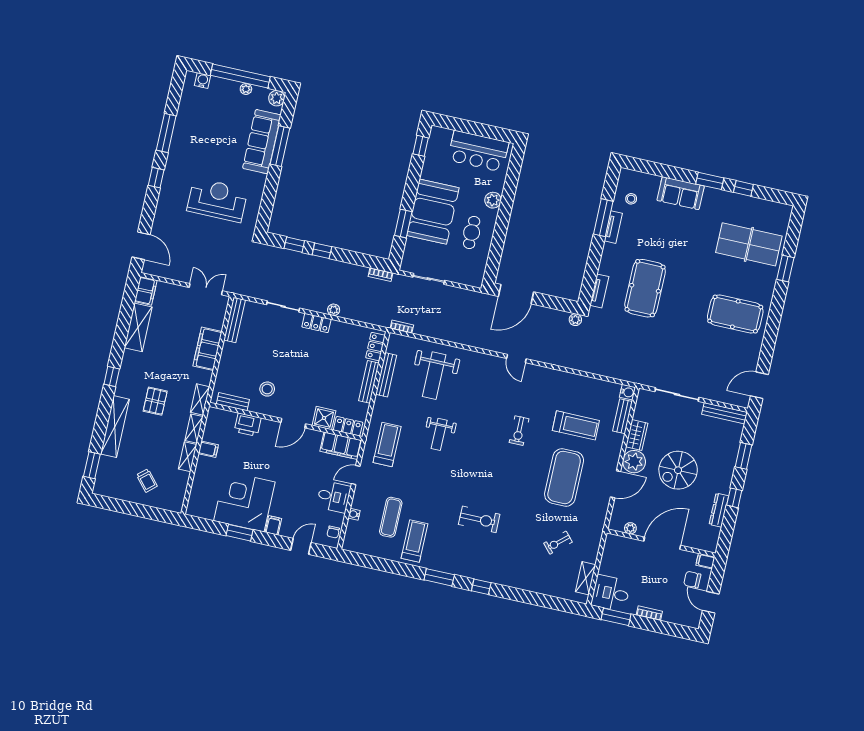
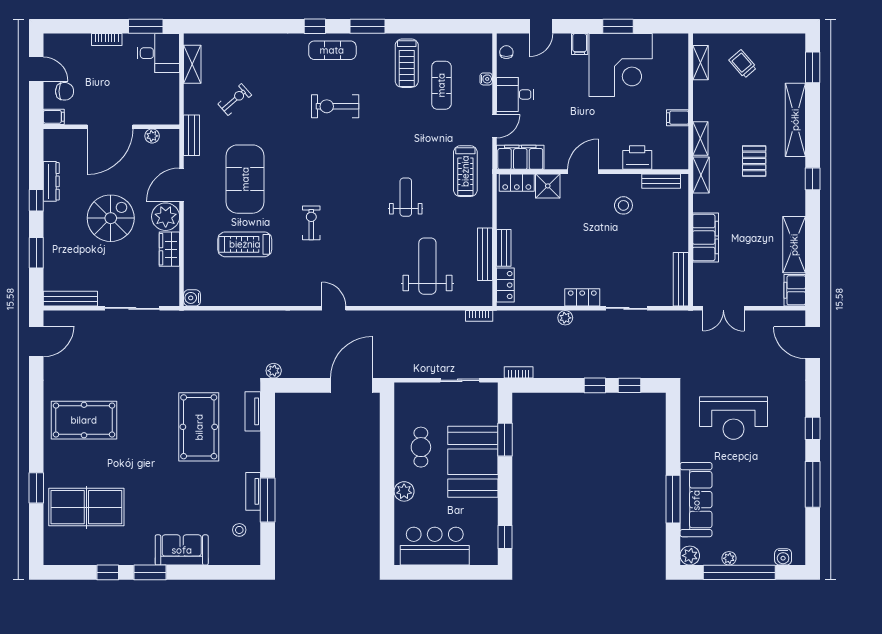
bench: (369, 382) -> (504, 248), width x0.73
bench: (622, 416) -> (192, 135), moved
shelving: (188, 457) -> (701, 63), moved
exercise mat: (471, 565) -> (332, 50), added

